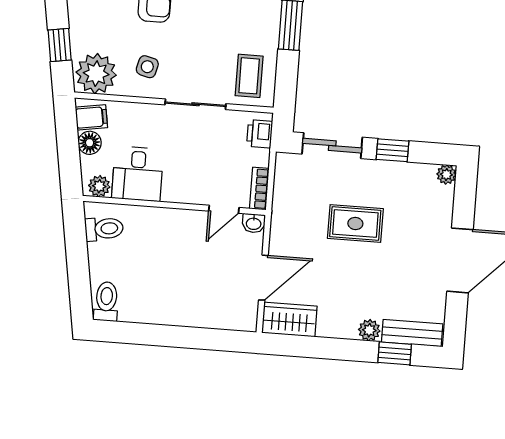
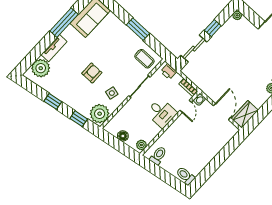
filing cabinet: (91, 117) -> (114, 128), removed
desk: (138, 174) -> (161, 113), moved
rug: (355, 223) -> (229, 63), removed

